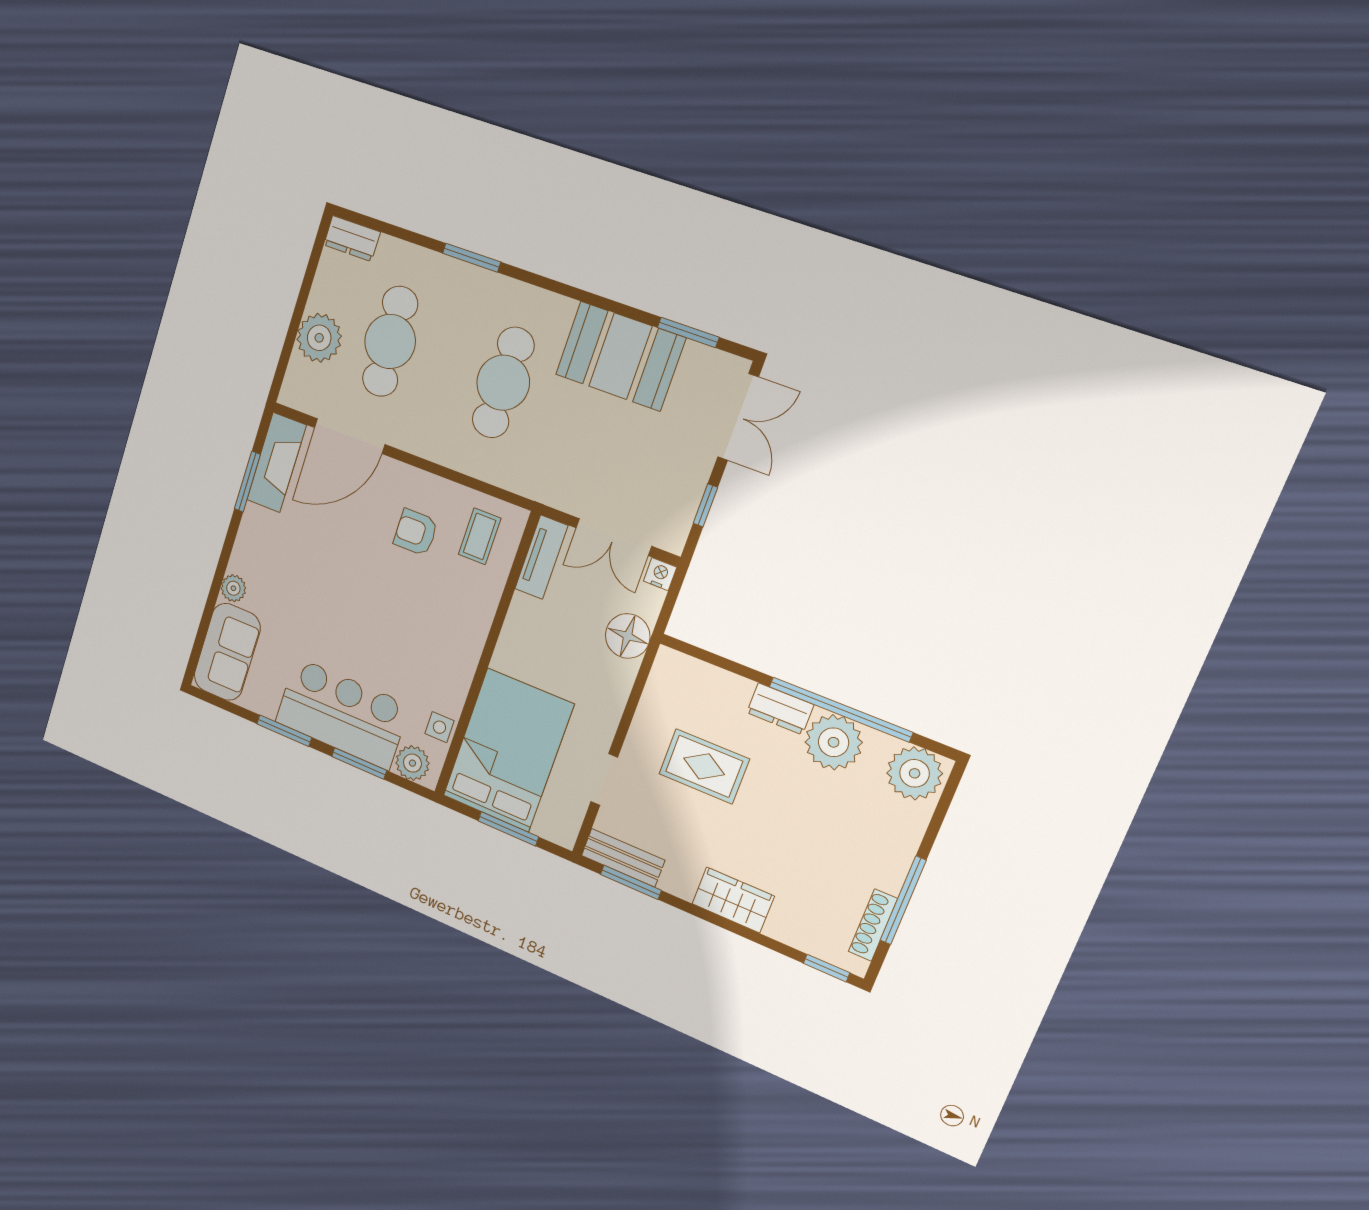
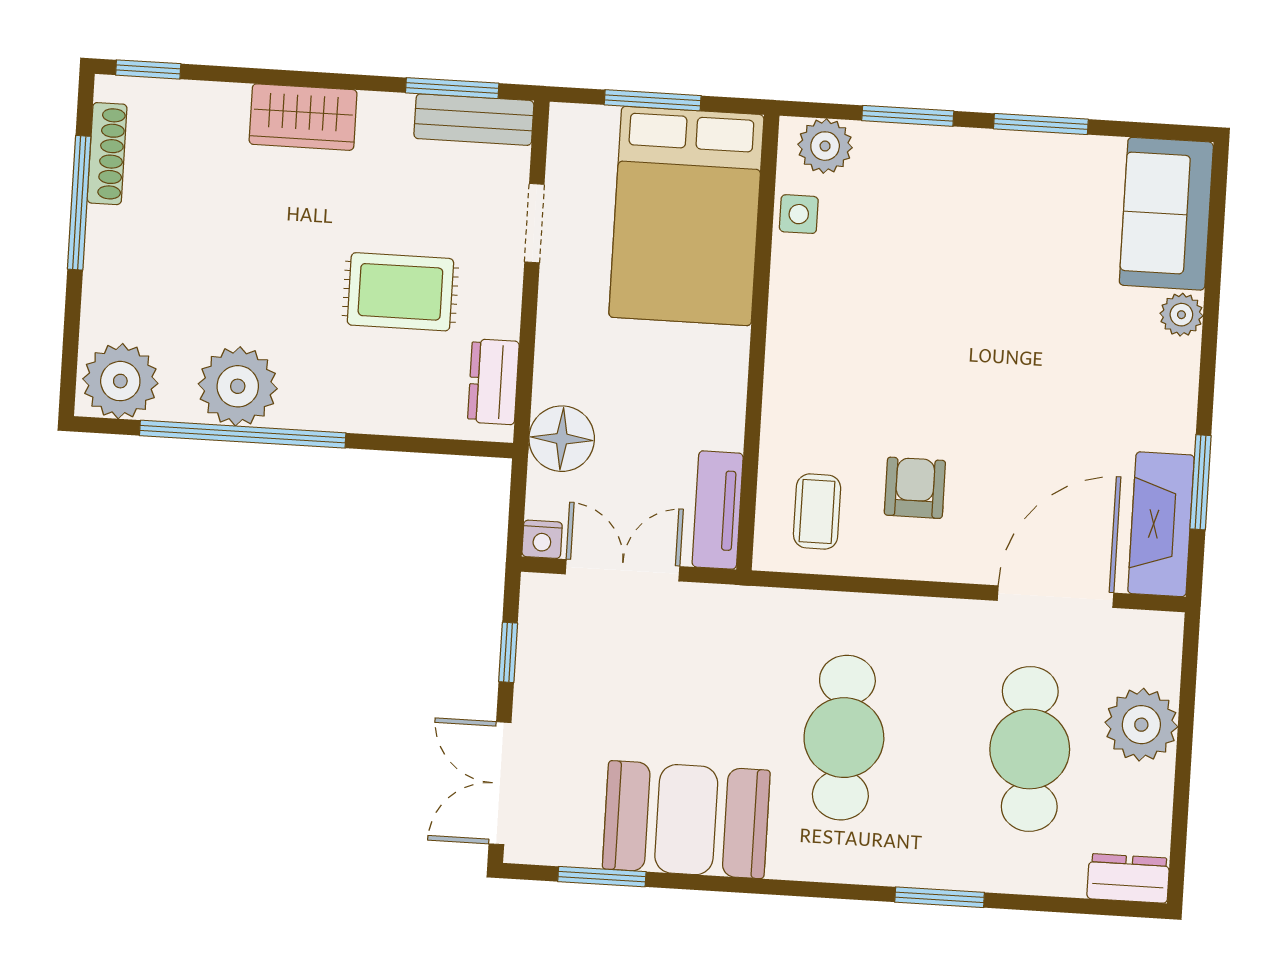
armchair: (416, 532) -> (915, 488), turned -90
dresser: (780, 709) -> (493, 382), moved, turned -90
bar counter: (342, 713) -> (955, 183), removed

